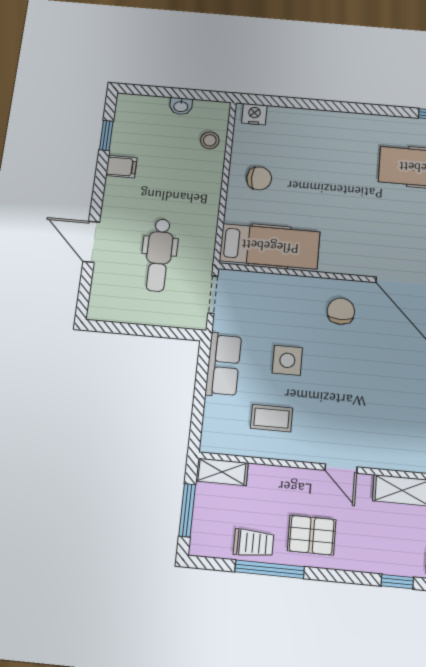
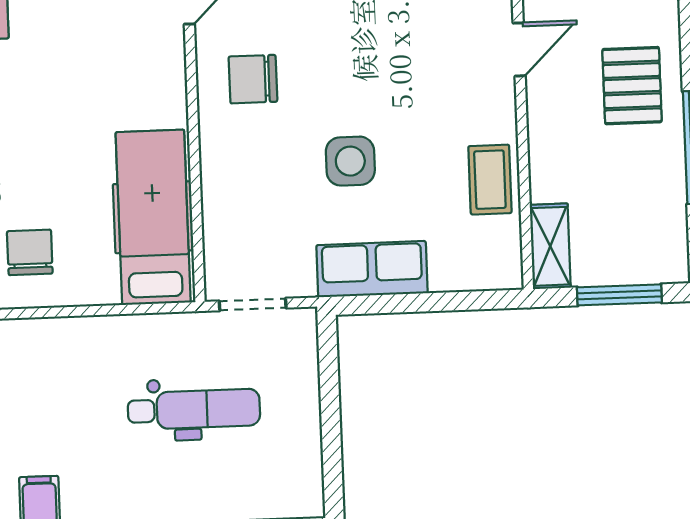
coffee table: (272, 418) -> (490, 180), moved
trolley: (254, 543) -> (657, 179), removed

